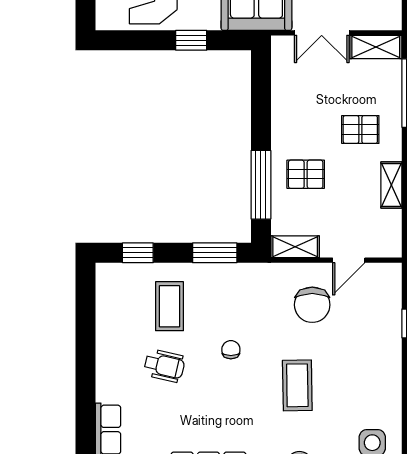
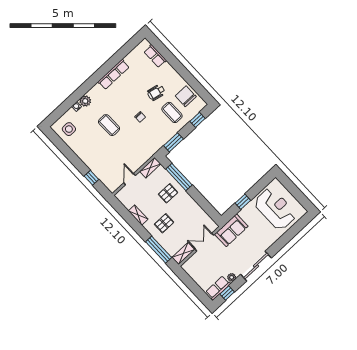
chair: (312, 305) -> (186, 96), moved

